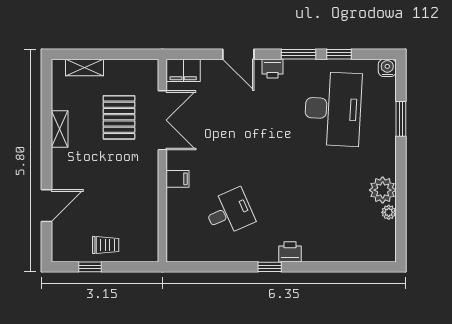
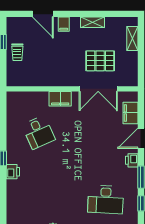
filing cabinet: (183, 70) -> (131, 113), moved
desk: (333, 109) -> (106, 200), width x0.73, depth x0.77
filing cabinet: (62, 173) -> (64, 24), added
filing cabinet: (178, 179) -> (60, 99), width x2.00

